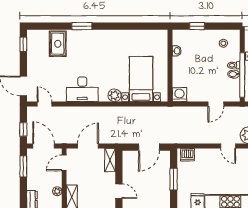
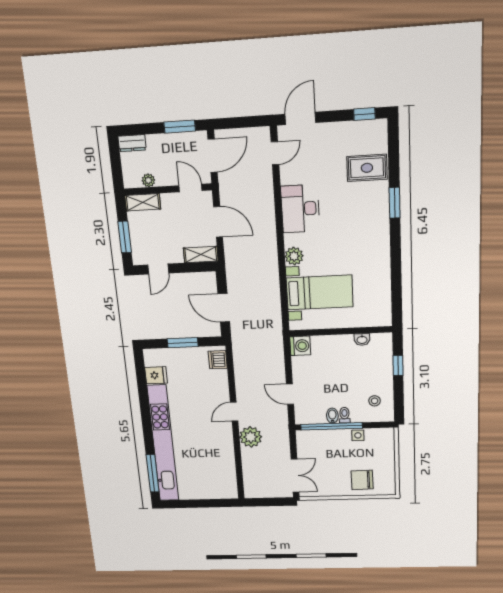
window: (23, 129) -> (235, 123), removed

